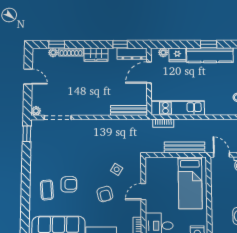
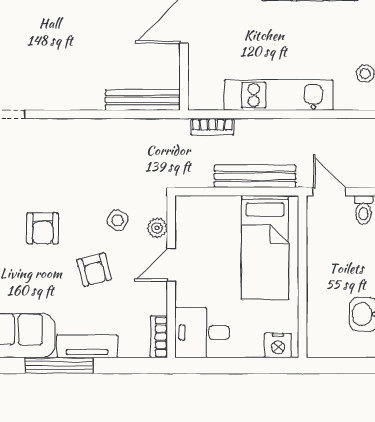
kitchen unit: (178, 108) -> (279, 95), moved
plant: (136, 173) -> (157, 228), added
armchair: (69, 184) -> (43, 228), moved, turned 90

